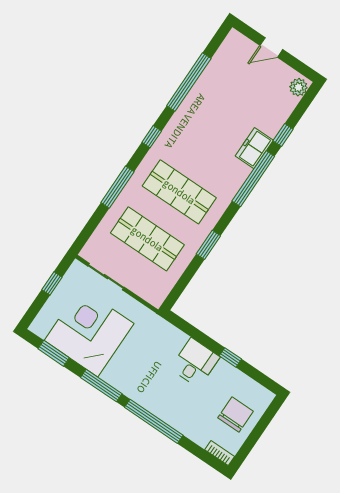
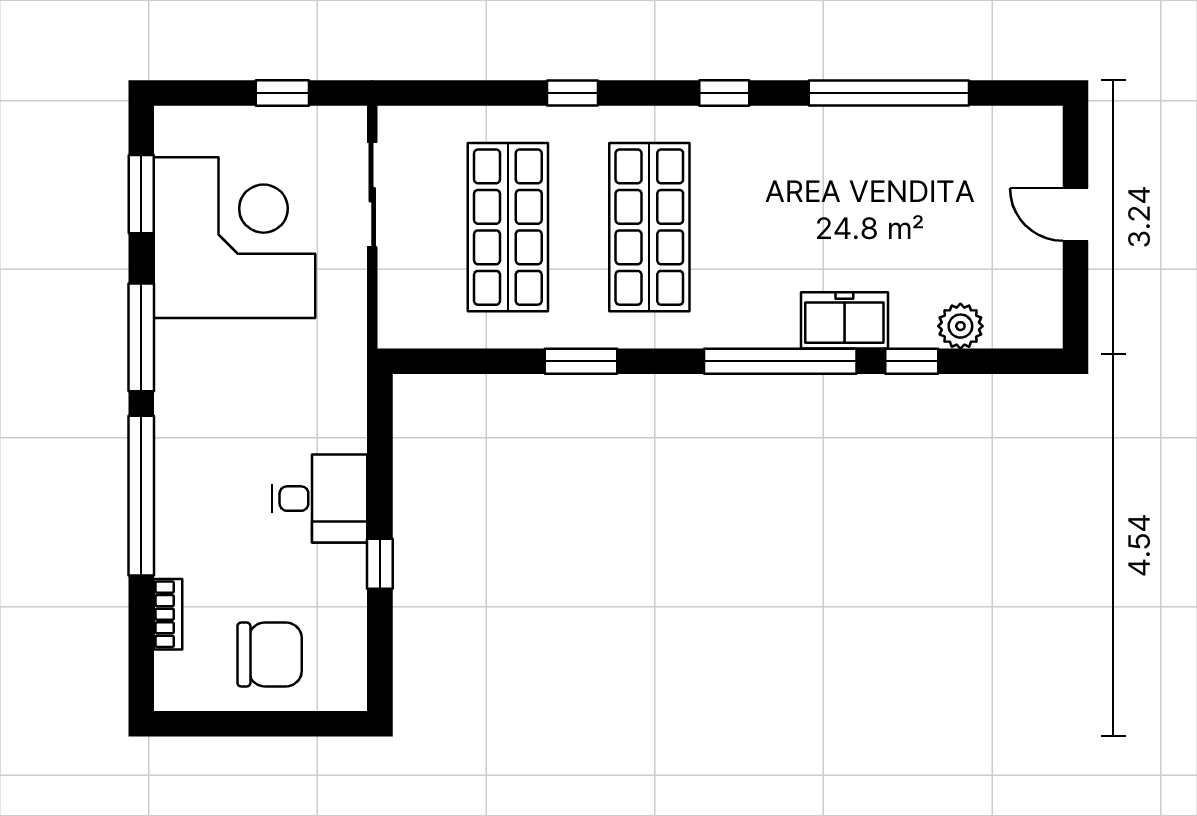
plant: (298, 87) -> (960, 326), moved
window: (117, 187) -> (573, 93), width x0.46
bookcase: (220, 453) -> (168, 614), moved

